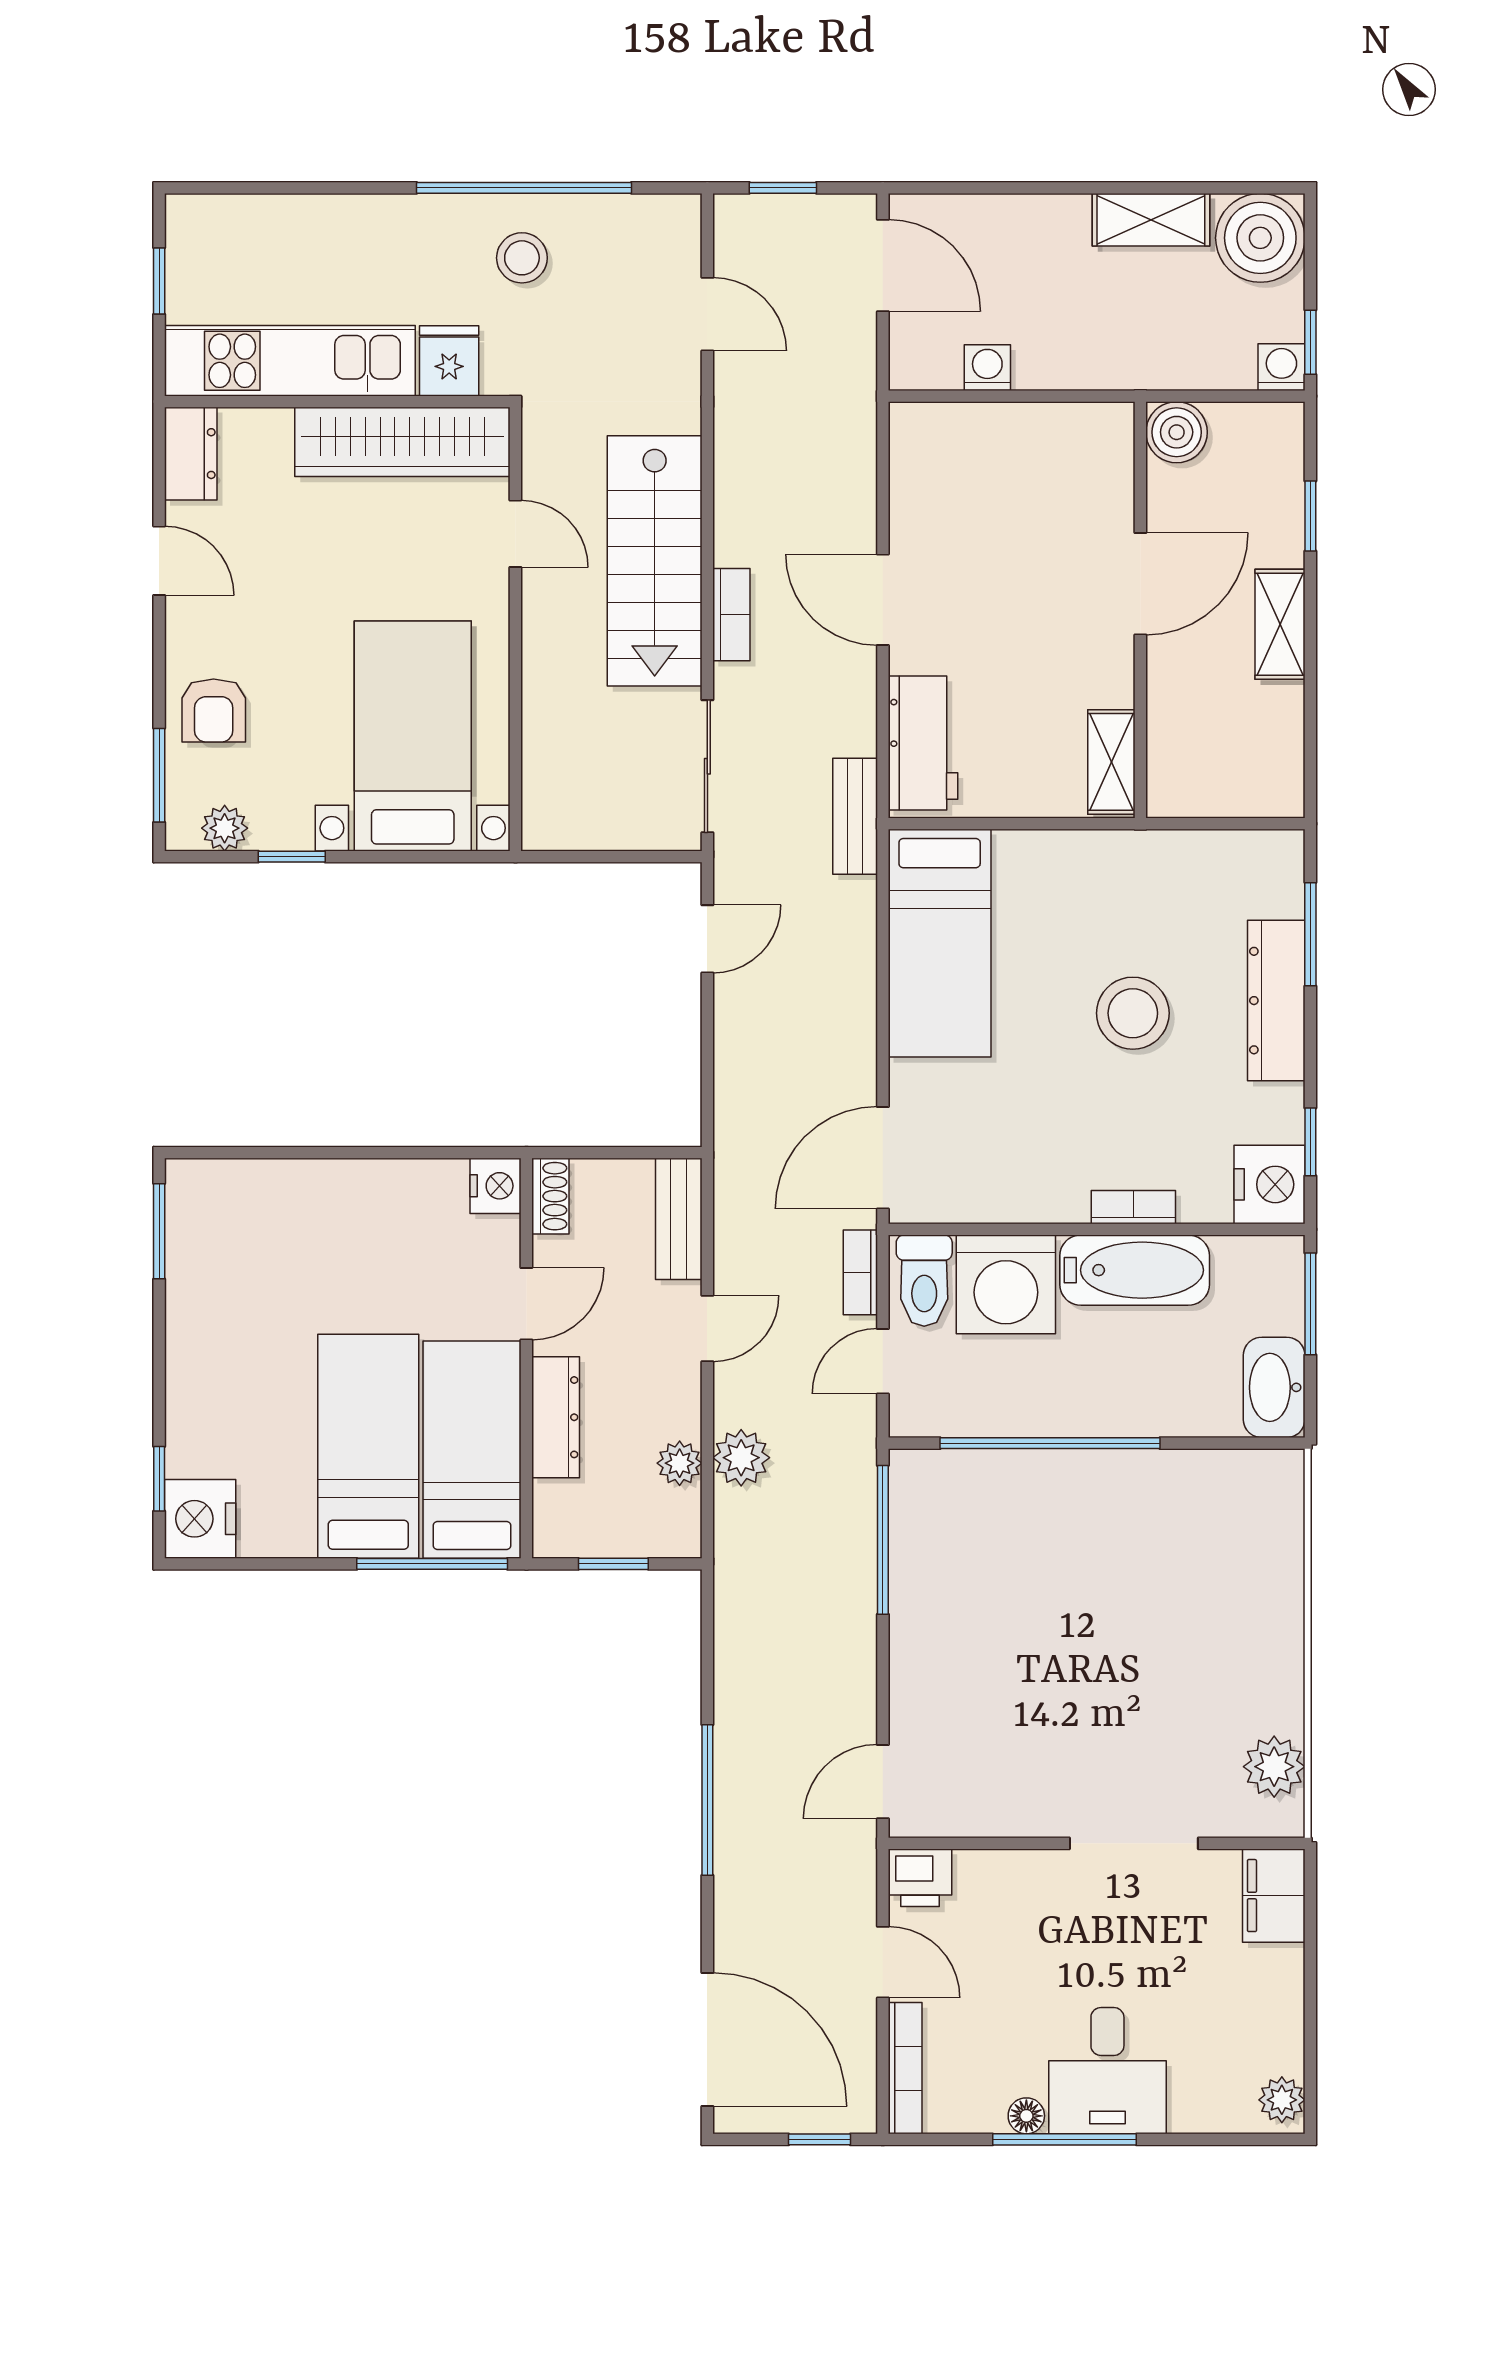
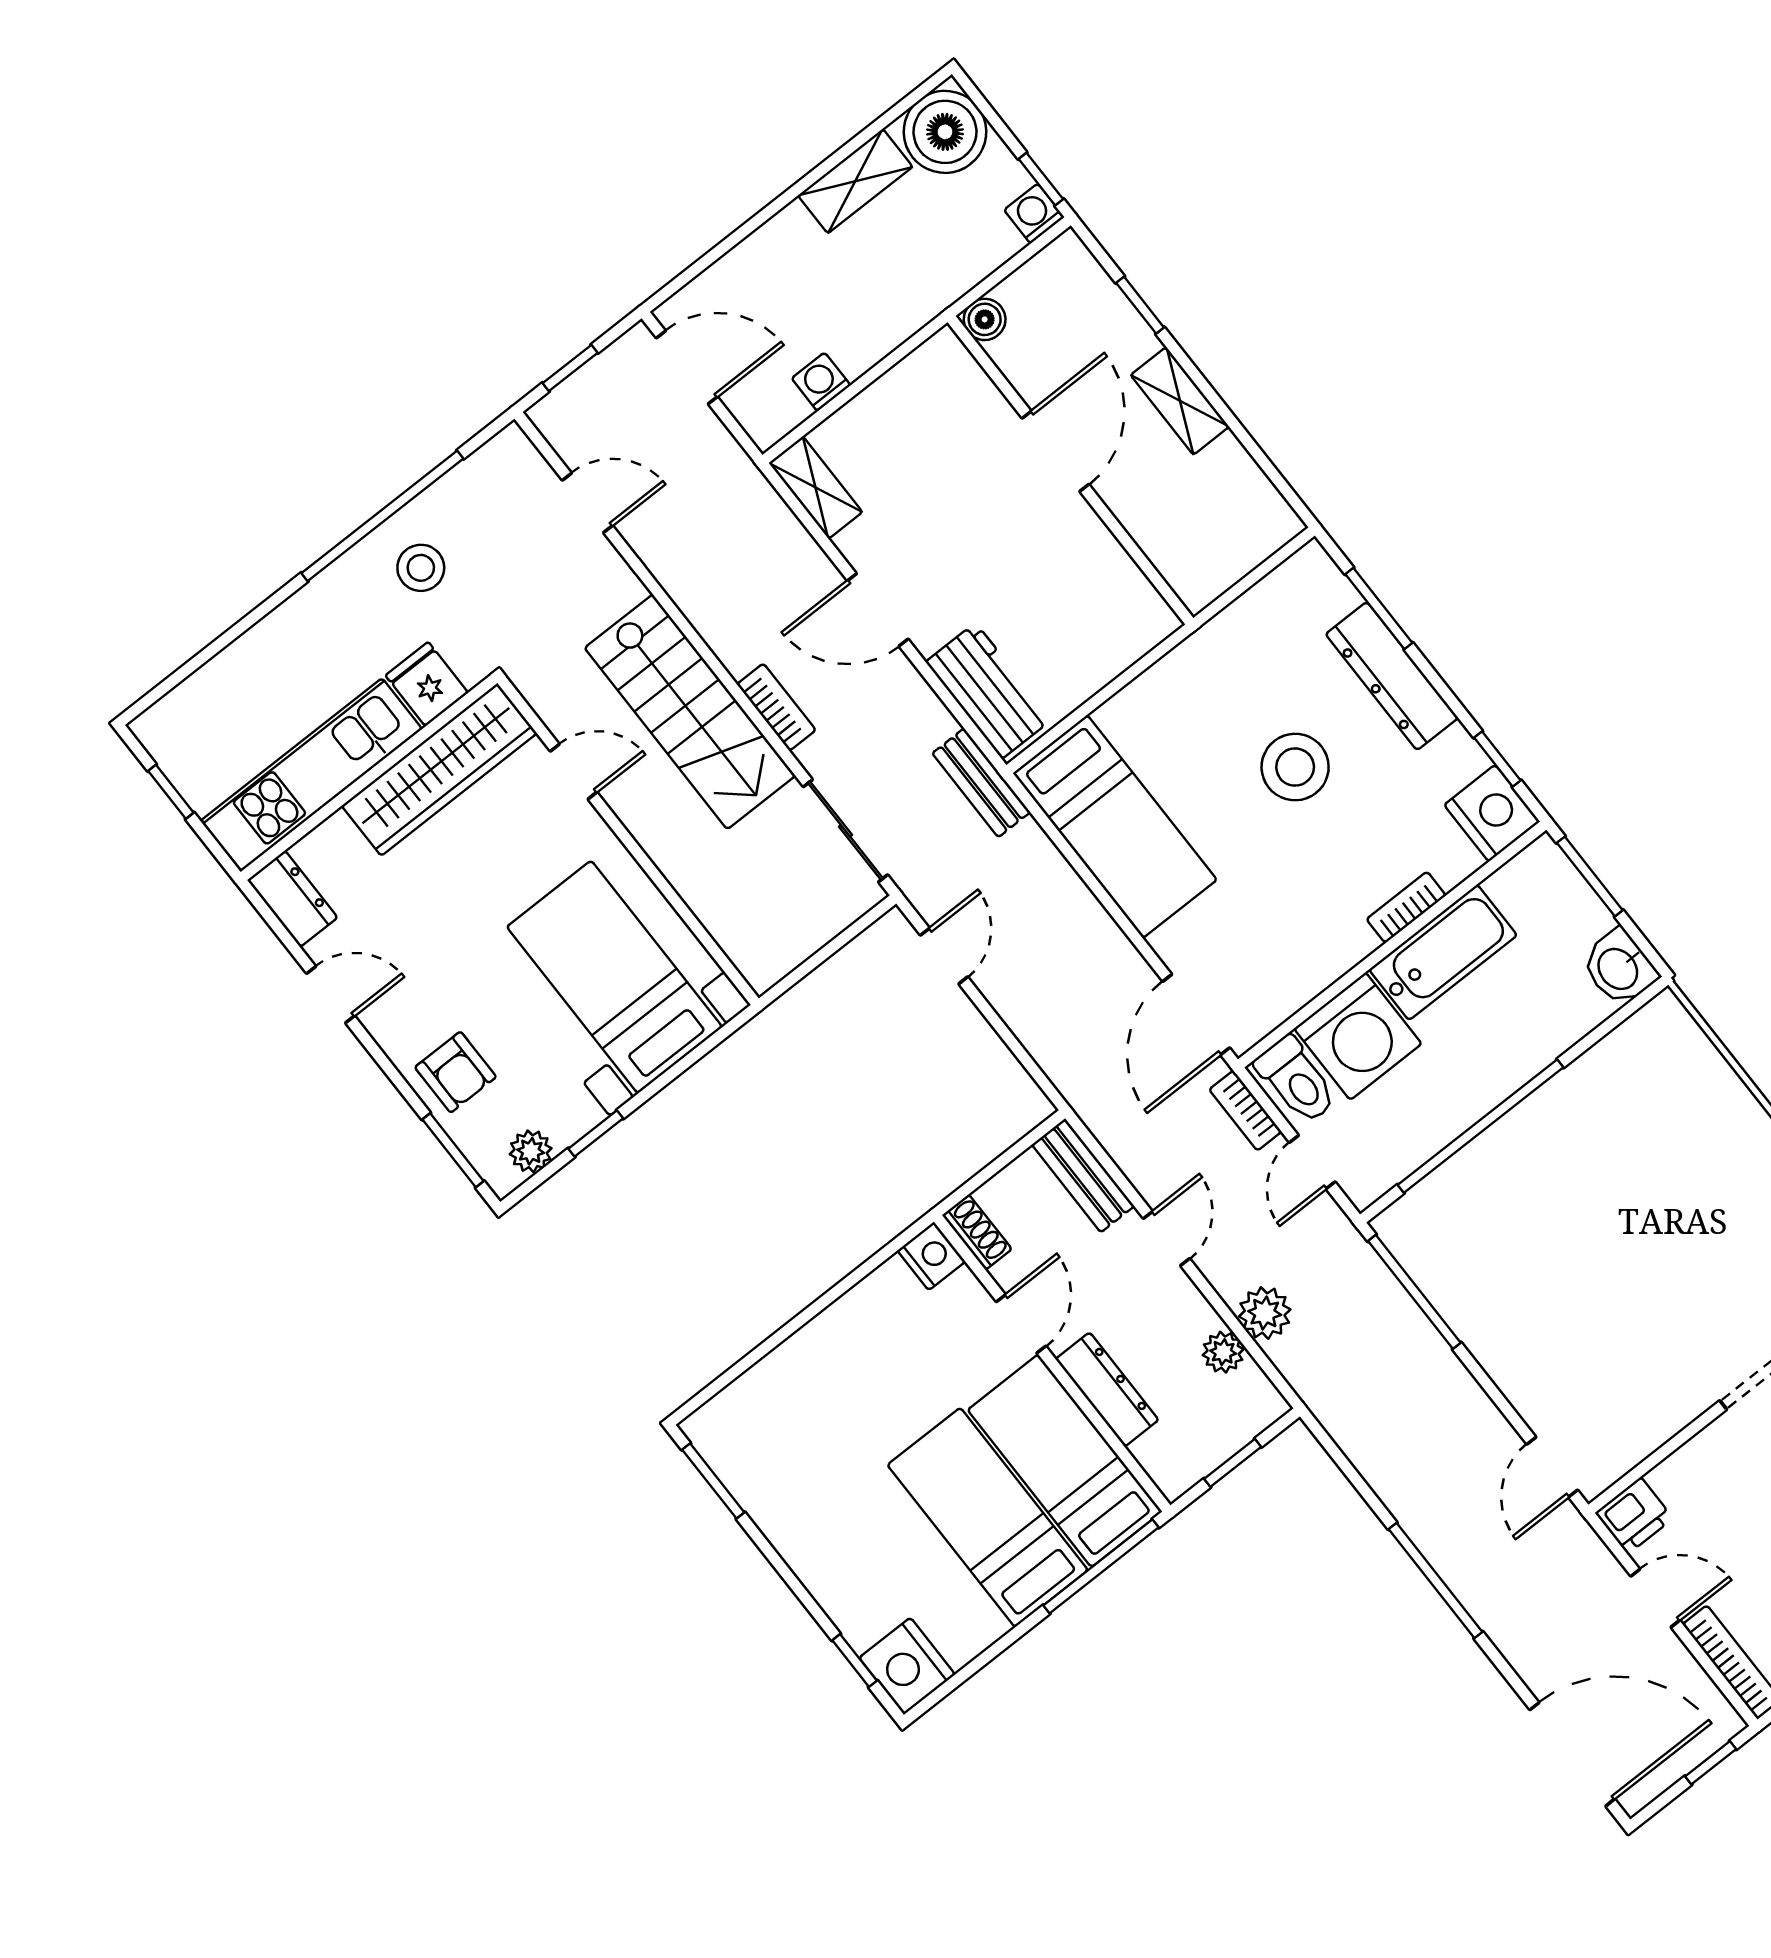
boiler: (1177, 432) -> (985, 319), width x0.73, depth x0.73
shelving: (1111, 762) -> (816, 488), moved
washbasin: (1274, 1387) -> (1619, 968), width x0.72

